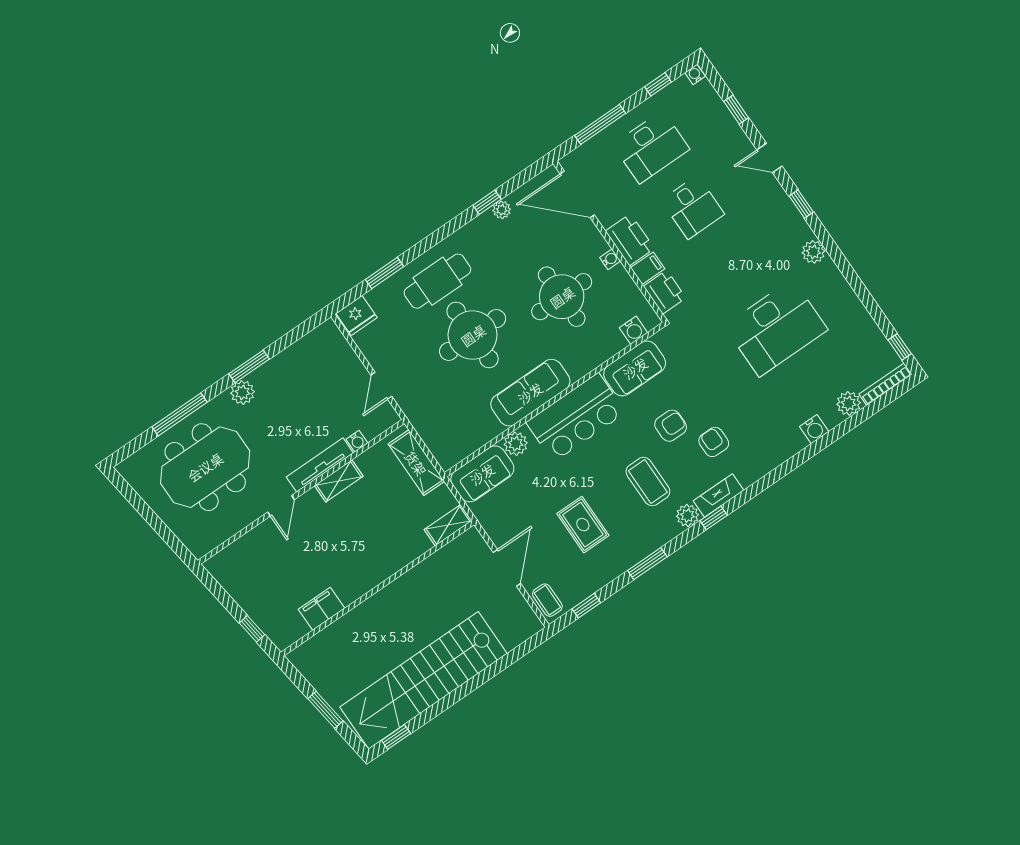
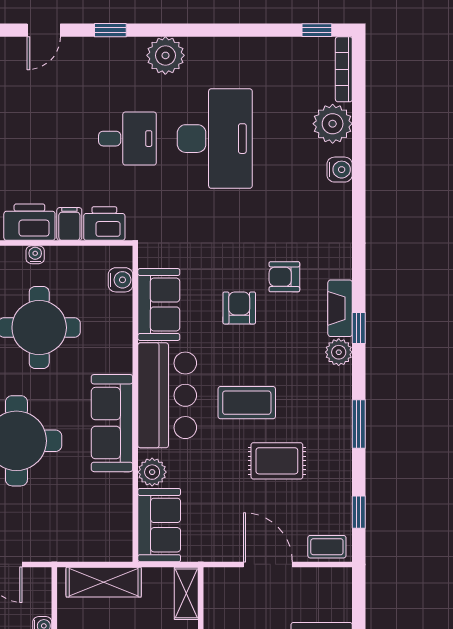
desk: (693, 207) -> (127, 139), moved
plant: (813, 252) -> (165, 55), width x1.36, depth x1.36
plant: (849, 403) -> (333, 124), width x1.36, depth x1.36
coffee table: (648, 481) -> (247, 403), moved

